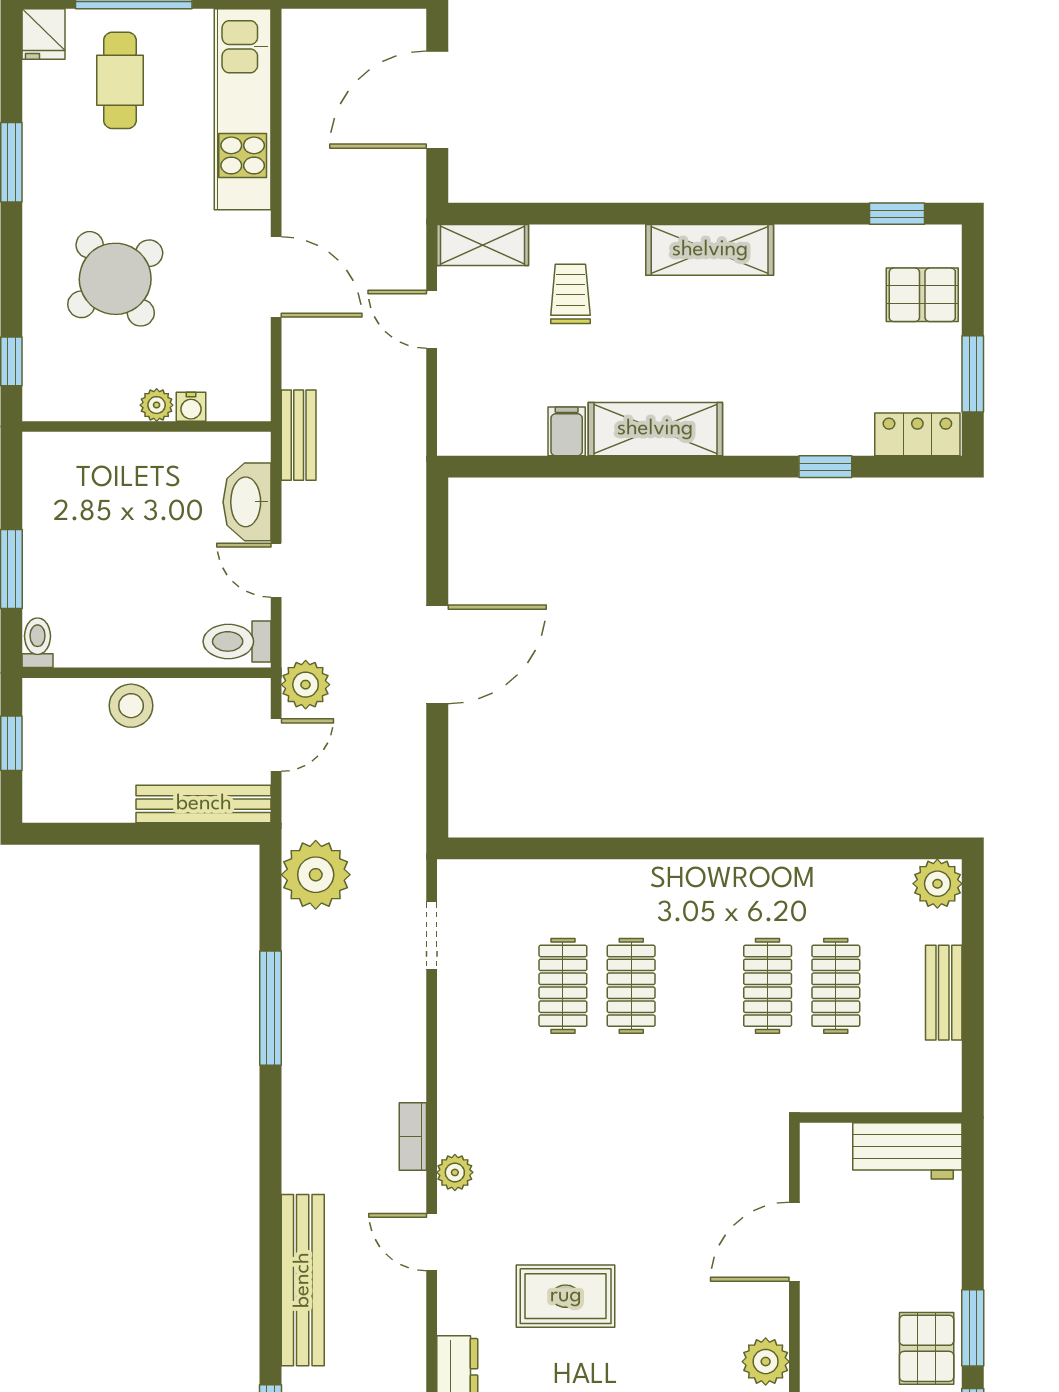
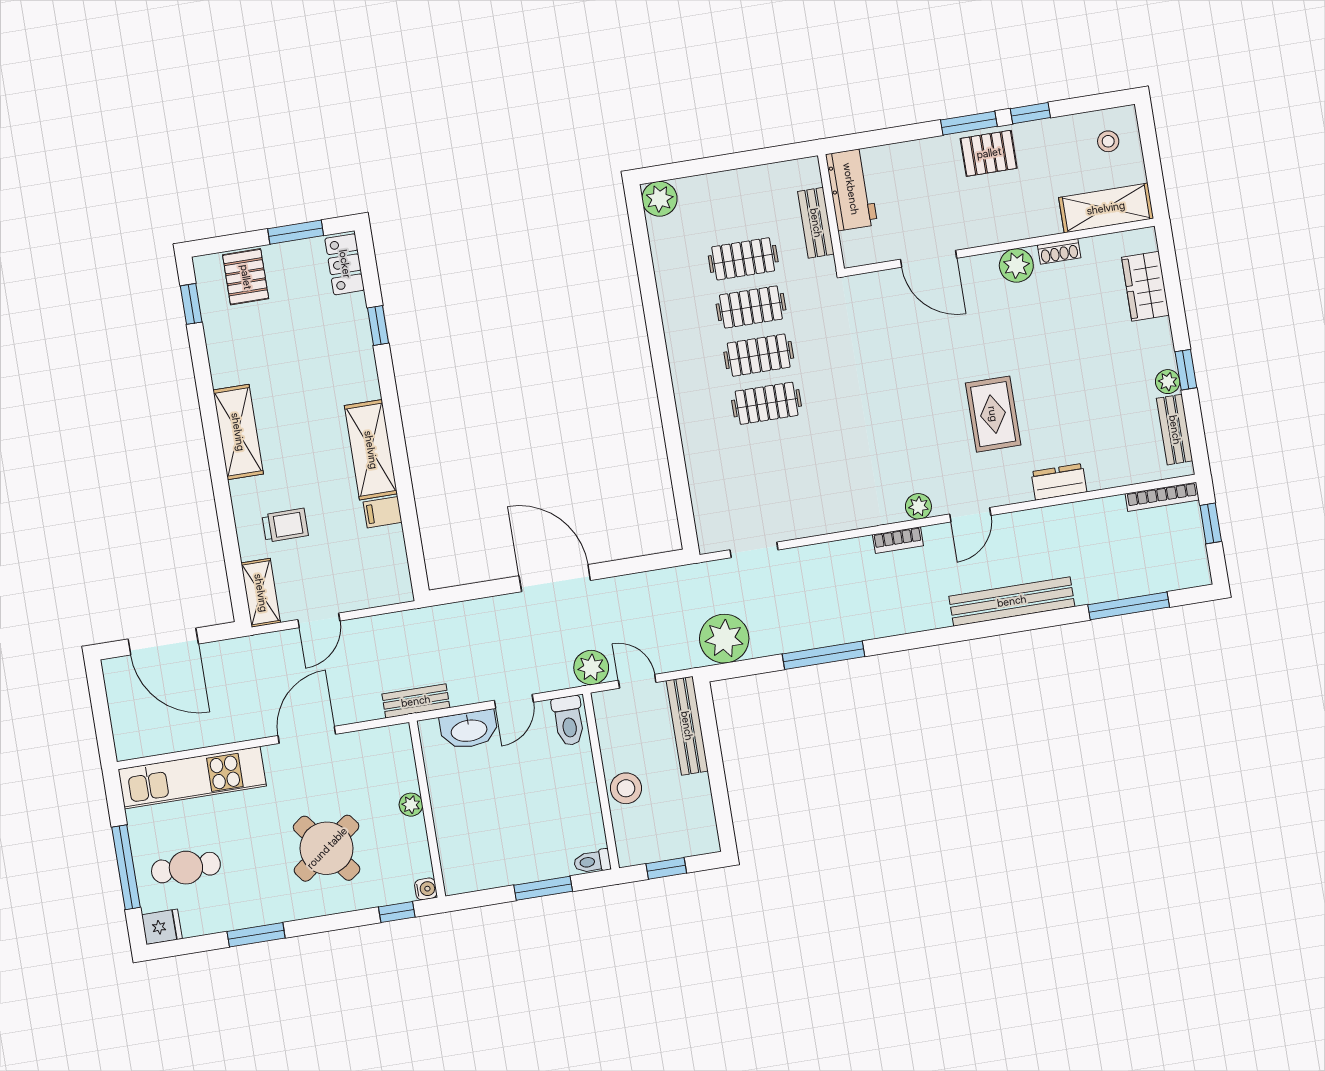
trolley: (570, 294) -> (285, 525), turned 180
water cooler: (191, 407) -> (426, 889), moved
clothes rail: (563, 986) -> (759, 355), moved
bench: (944, 993) -> (816, 223), moved, turned 90

